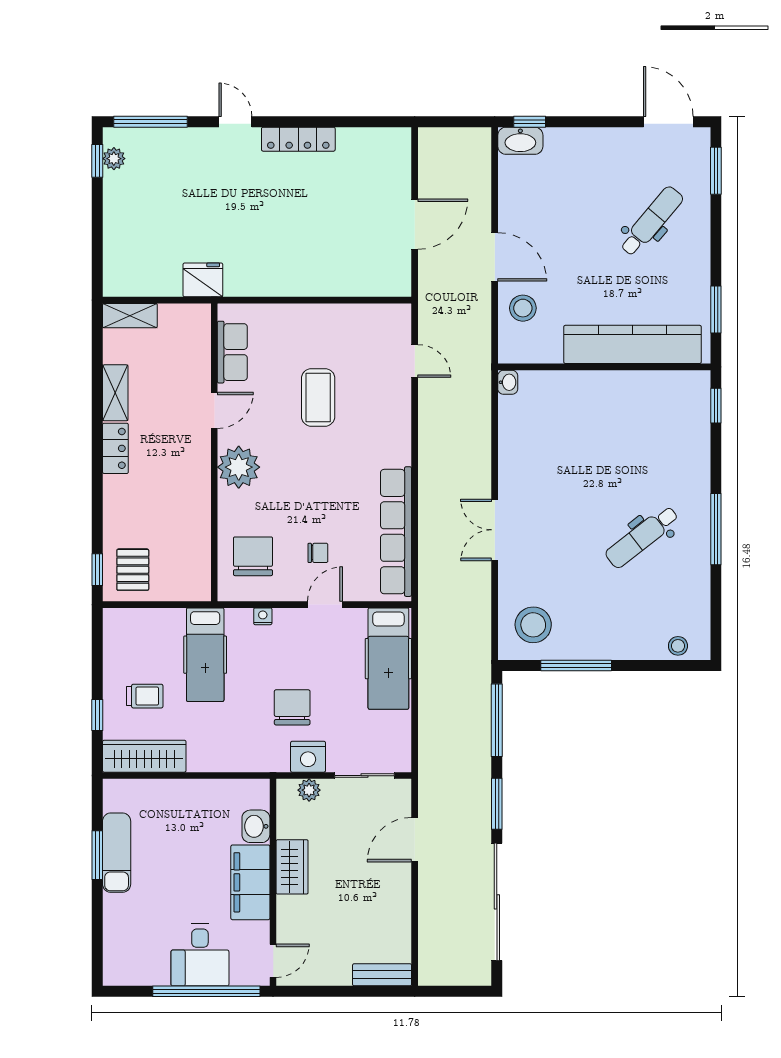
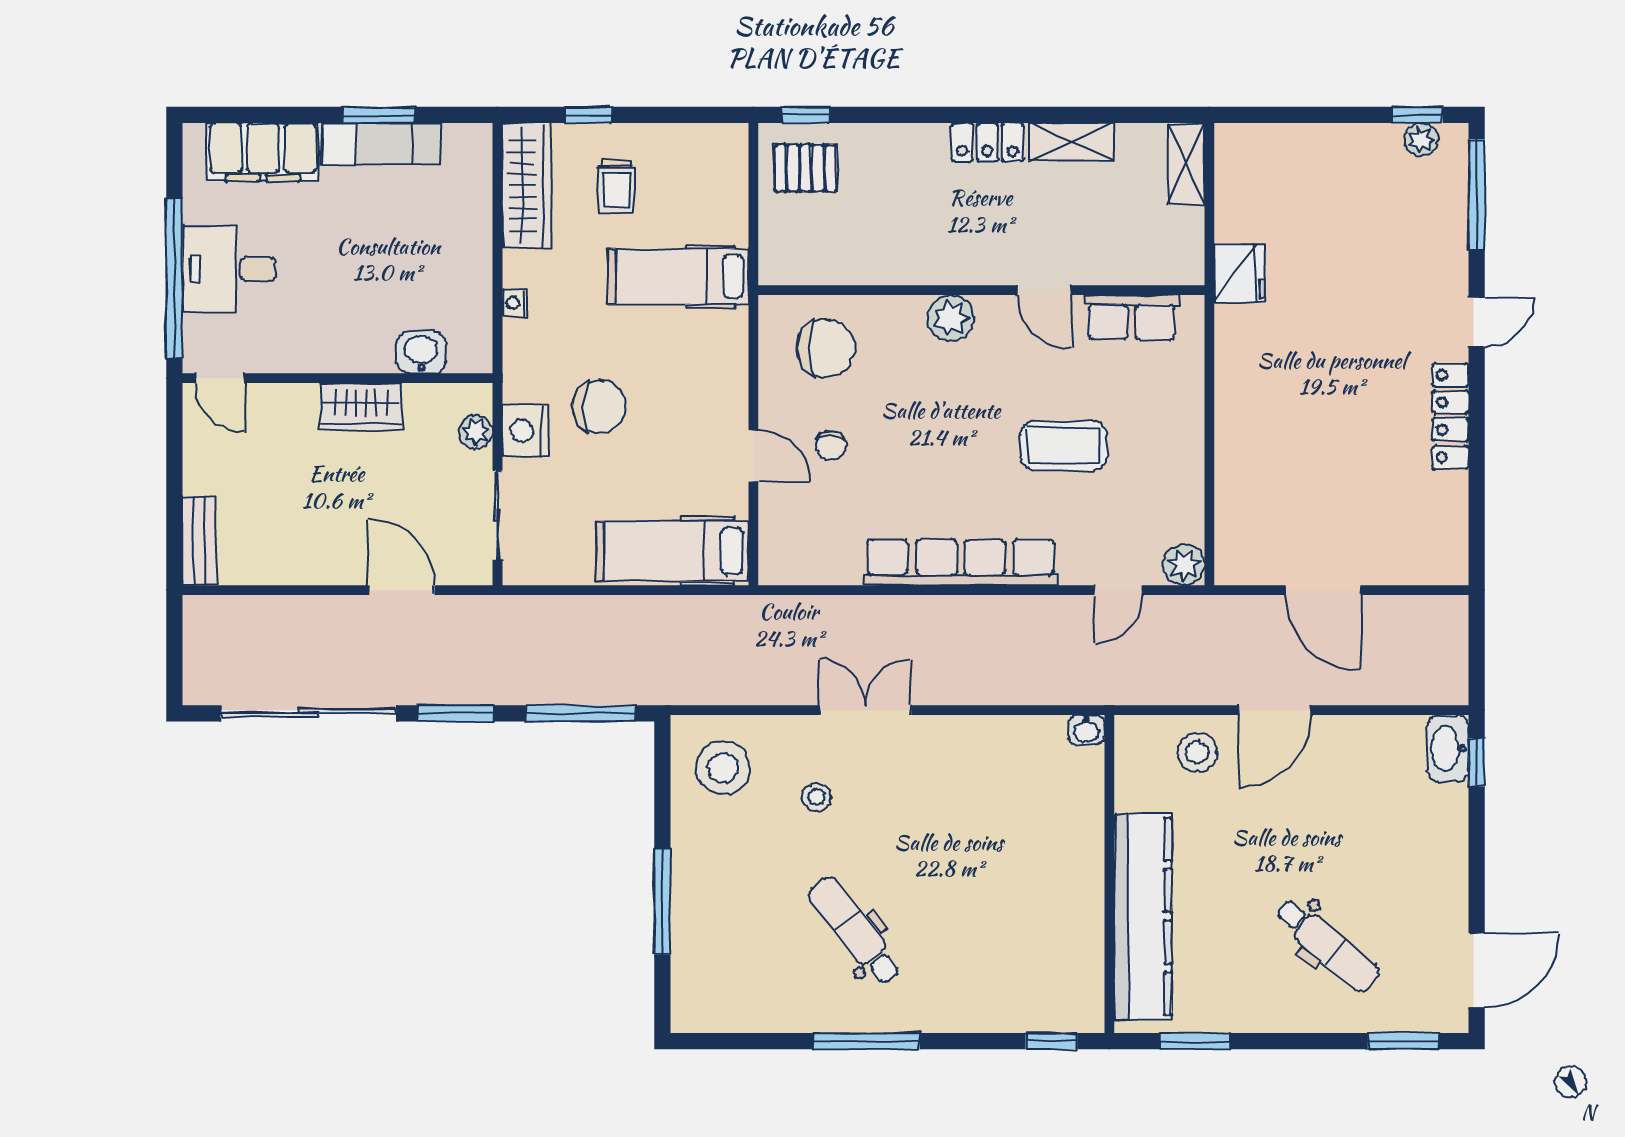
plant: (398, 317) -> (1184, 565), added
plant: (239, 467) -> (951, 318), width x0.73, depth x0.73
row of seats: (396, 532) -> (961, 562), moved
nightstand: (263, 616) -> (515, 303), moved, turned 180
stool: (678, 646) -> (816, 797), moved
window: (576, 665) -> (662, 902), moved
filing cabinet: (250, 882) -> (263, 152), moved, turned 180

